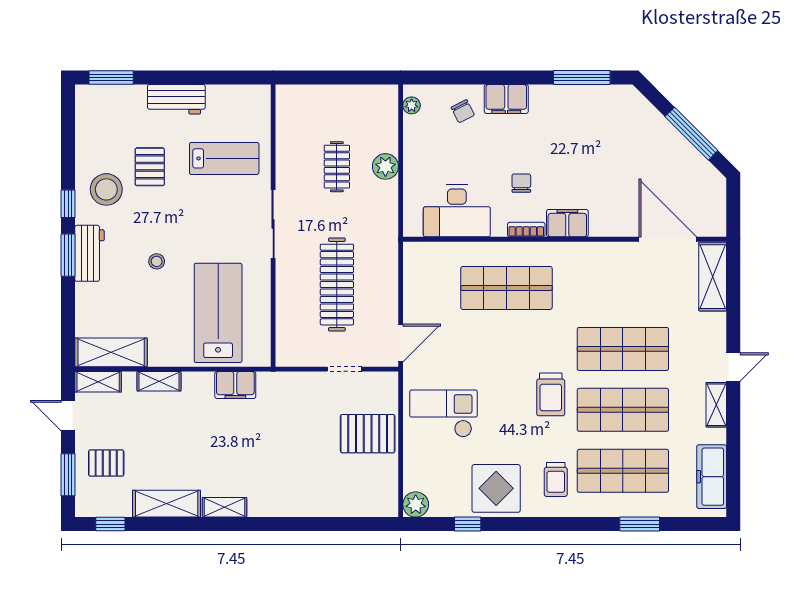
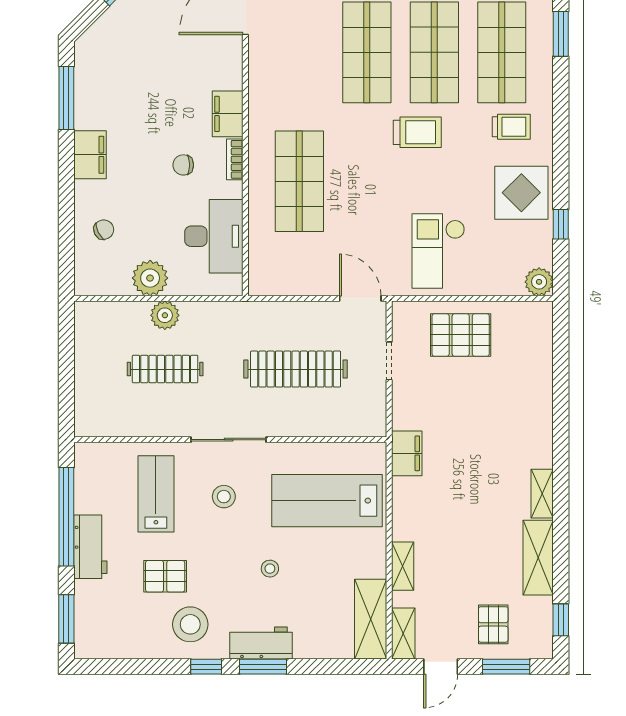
window: (203, 78) -> (66, 517), added
filing cabinet: (506, 99) -> (90, 155), moved
plant: (412, 105) -> (150, 278), moved, width x1.88, depth x1.88
clothes rail: (337, 167) -> (165, 369), width x1.36
stool: (222, 220) -> (224, 497), added
filing cabinet: (235, 385) -> (407, 453), moved
pallet: (368, 434) -> (461, 335), turned 90

